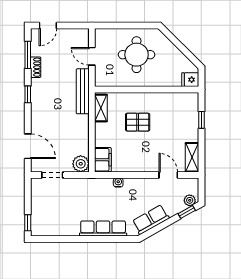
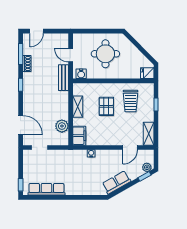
water cooler: (105, 80) -> (81, 74), added
bench: (83, 91) -> (63, 78), width x0.73
shelving: (101, 108) -> (78, 107), moved
trolley: (169, 115) -> (130, 101), added
pallet: (138, 122) -> (106, 106), turned 90
plant: (81, 164) -> (62, 126), moved
door: (168, 175) -> (130, 147), swing flipped
row of seats: (103, 228) -> (46, 189), moved

